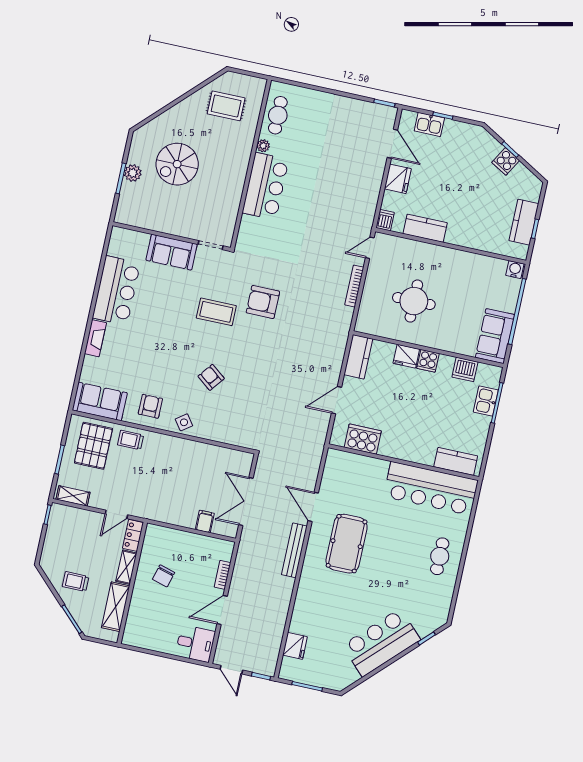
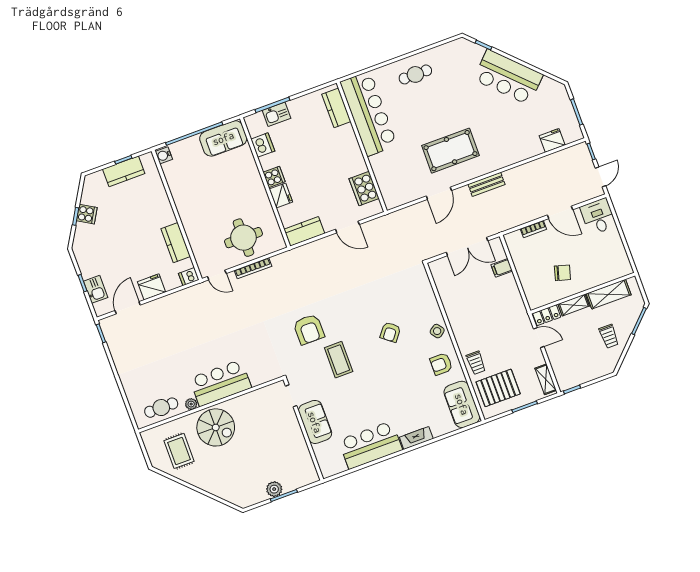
spiral stairs: (177, 164) -> (216, 427), moved
round table: (414, 301) -> (243, 238), moved
bench: (294, 550) -> (487, 184), width x0.73

